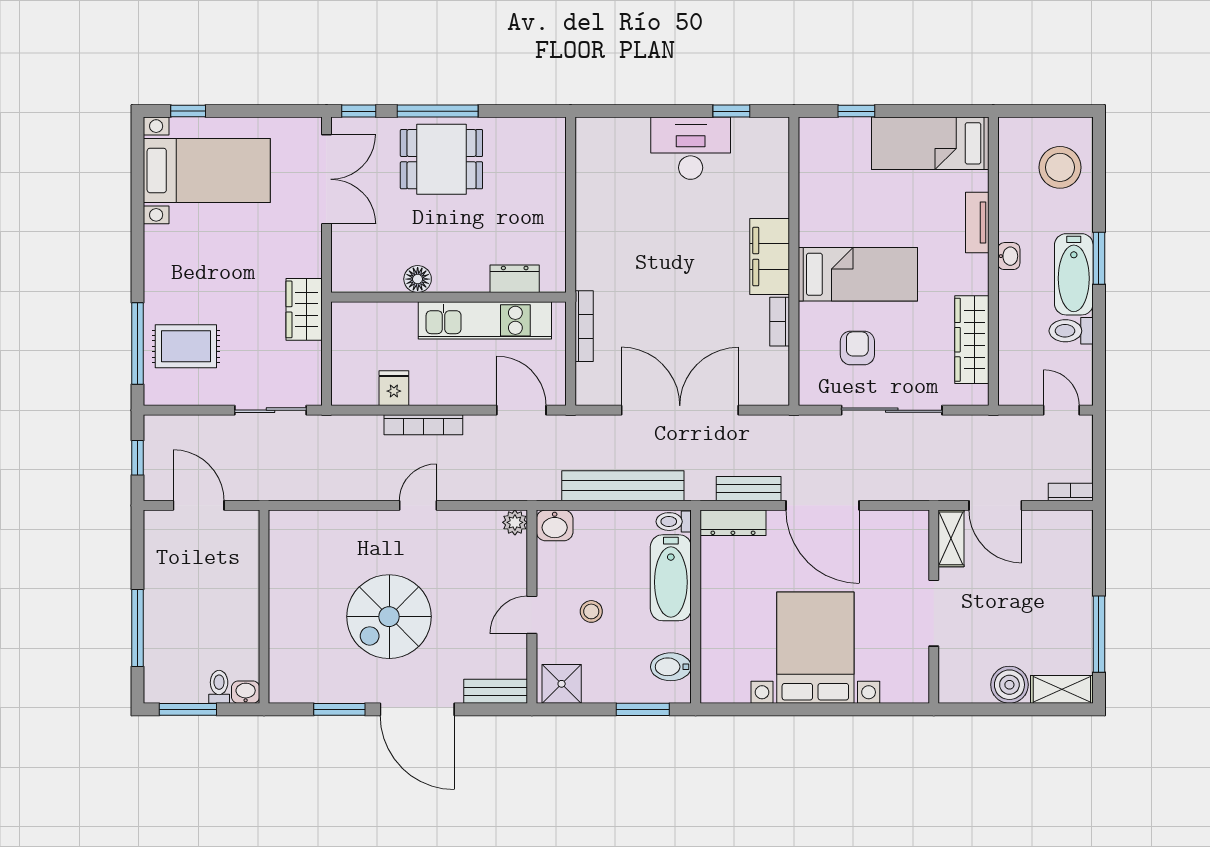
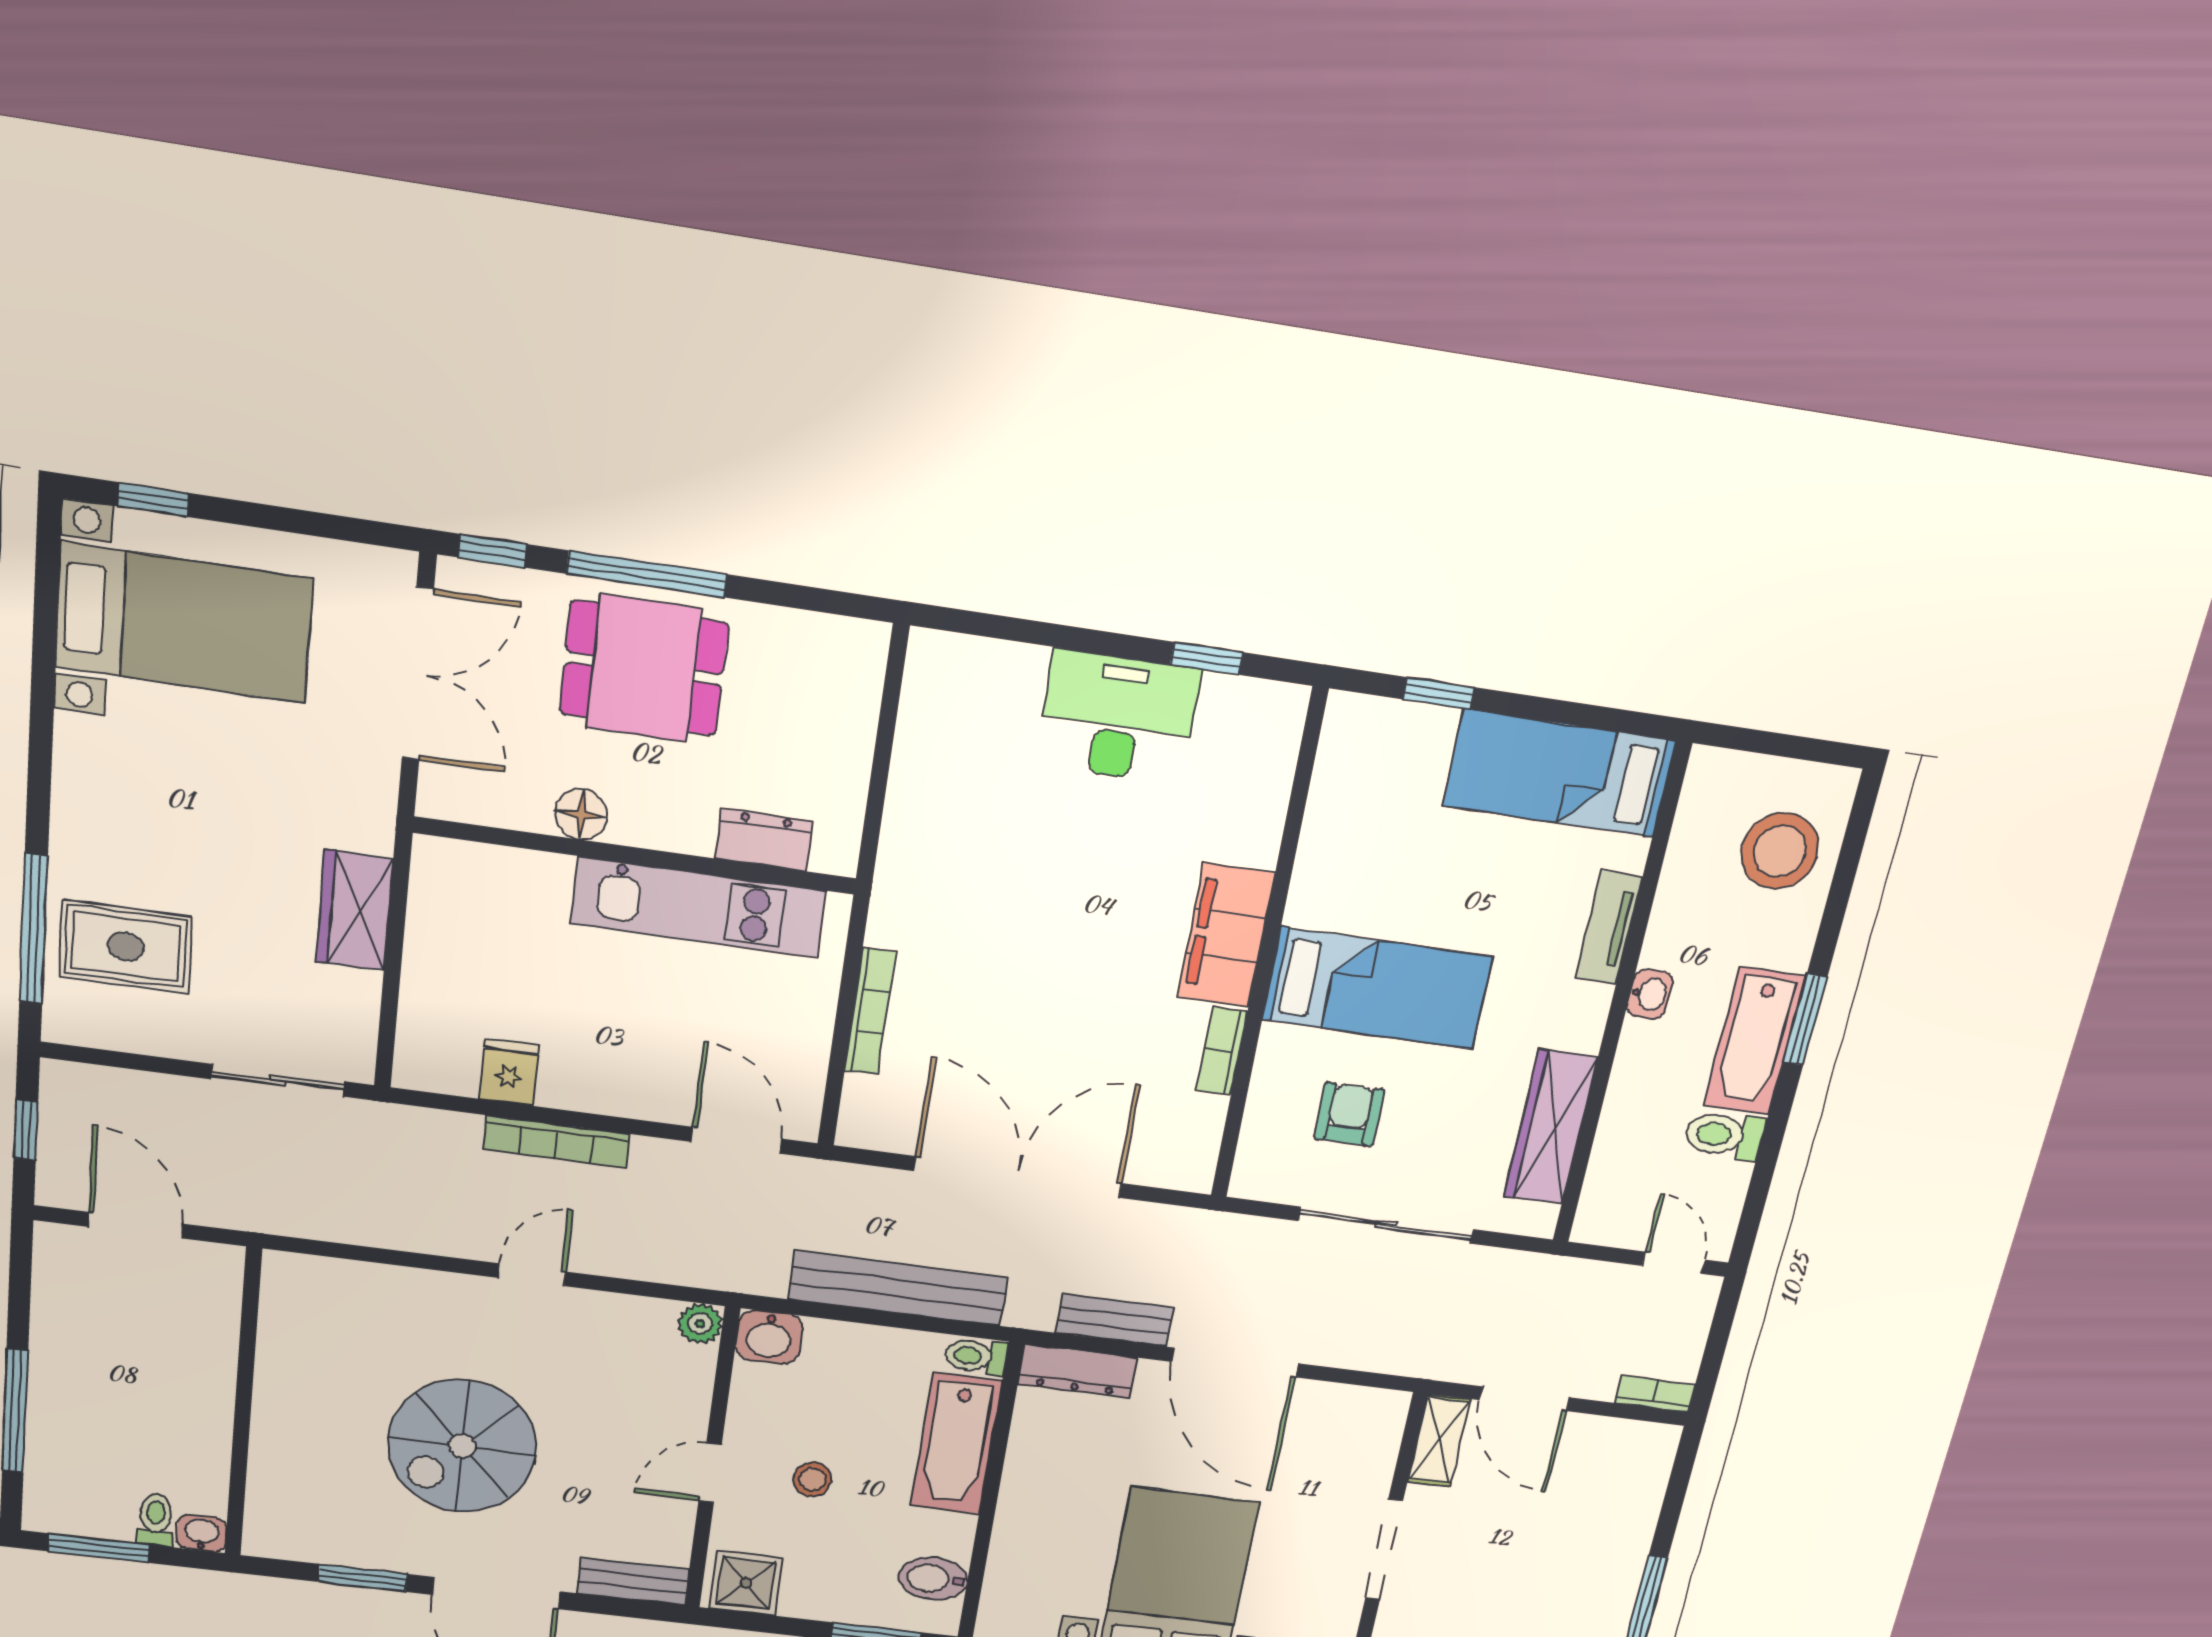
floor lamp: (418, 279) -> (581, 814), moved
dresser: (515, 279) -> (764, 840), moved
wall: (449, 297) -> (636, 856), moved
kitchen unit: (485, 320) -> (698, 907), moved

